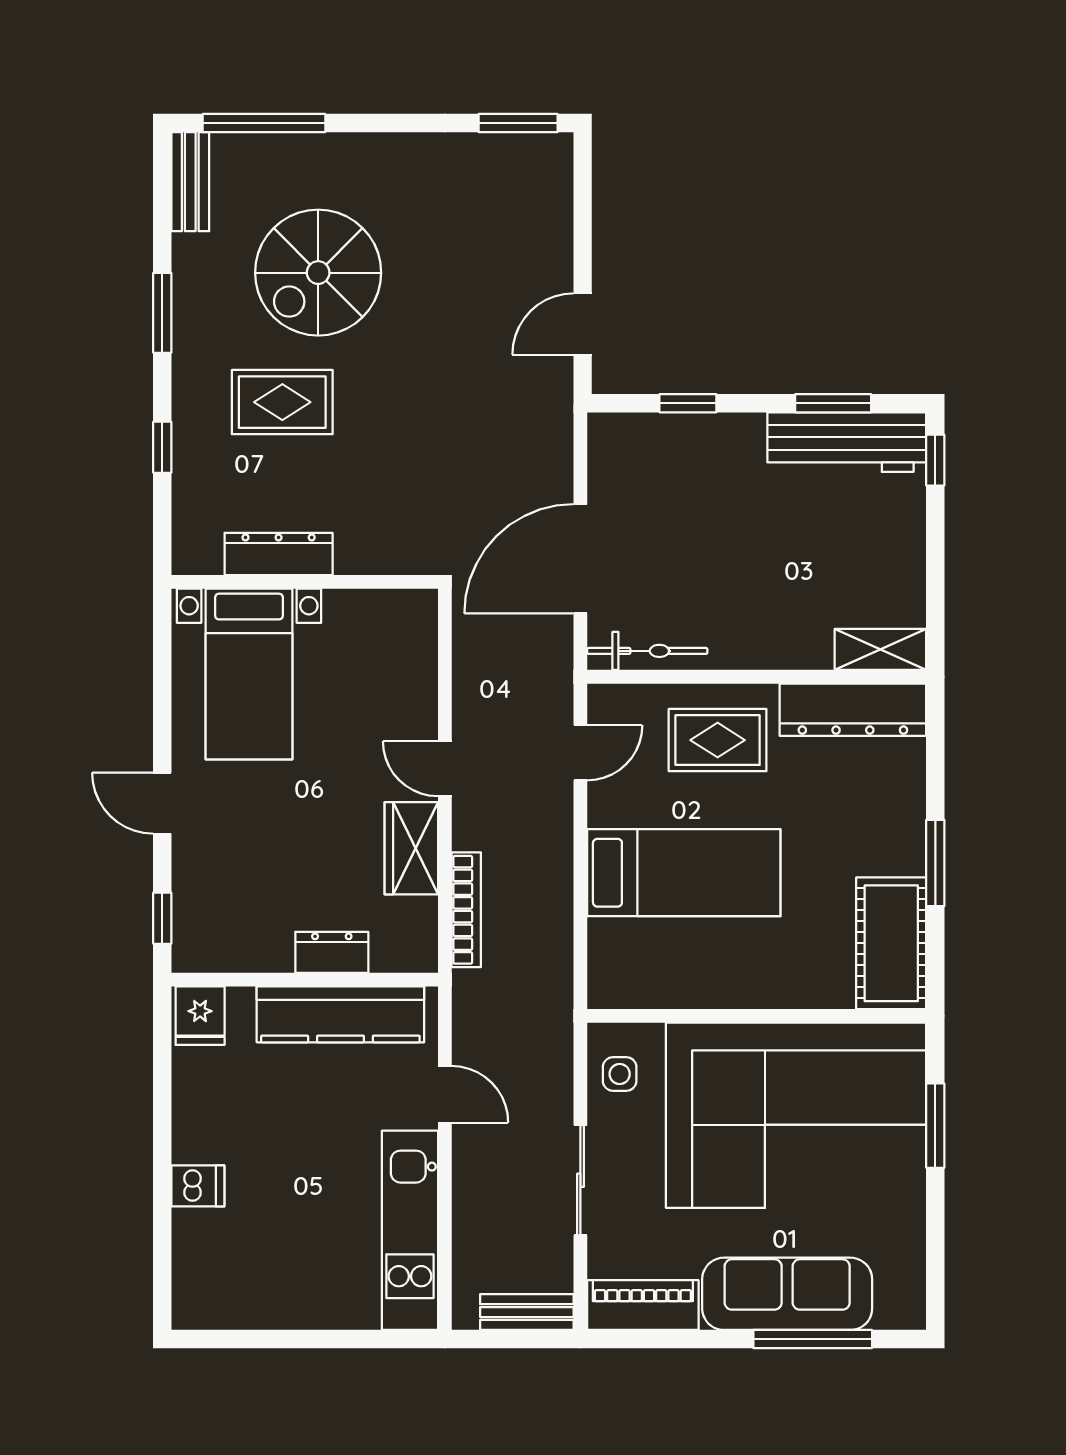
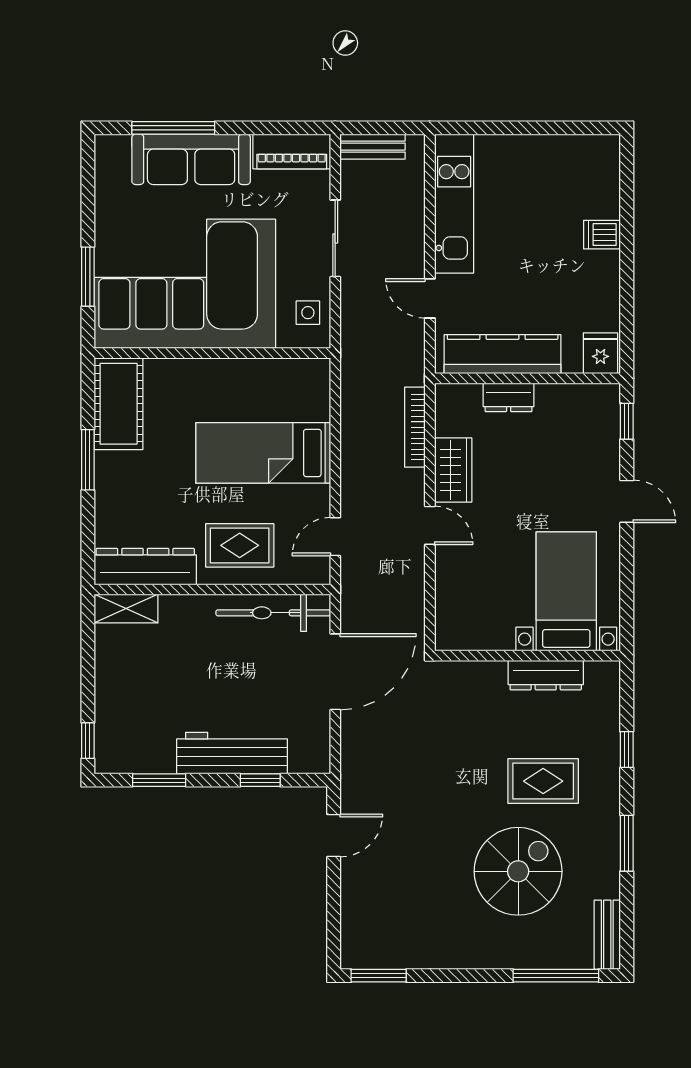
workbench: (847, 442) -> (232, 753), moved
bicycle: (647, 651) -> (273, 613), width x1.37, depth x1.40

